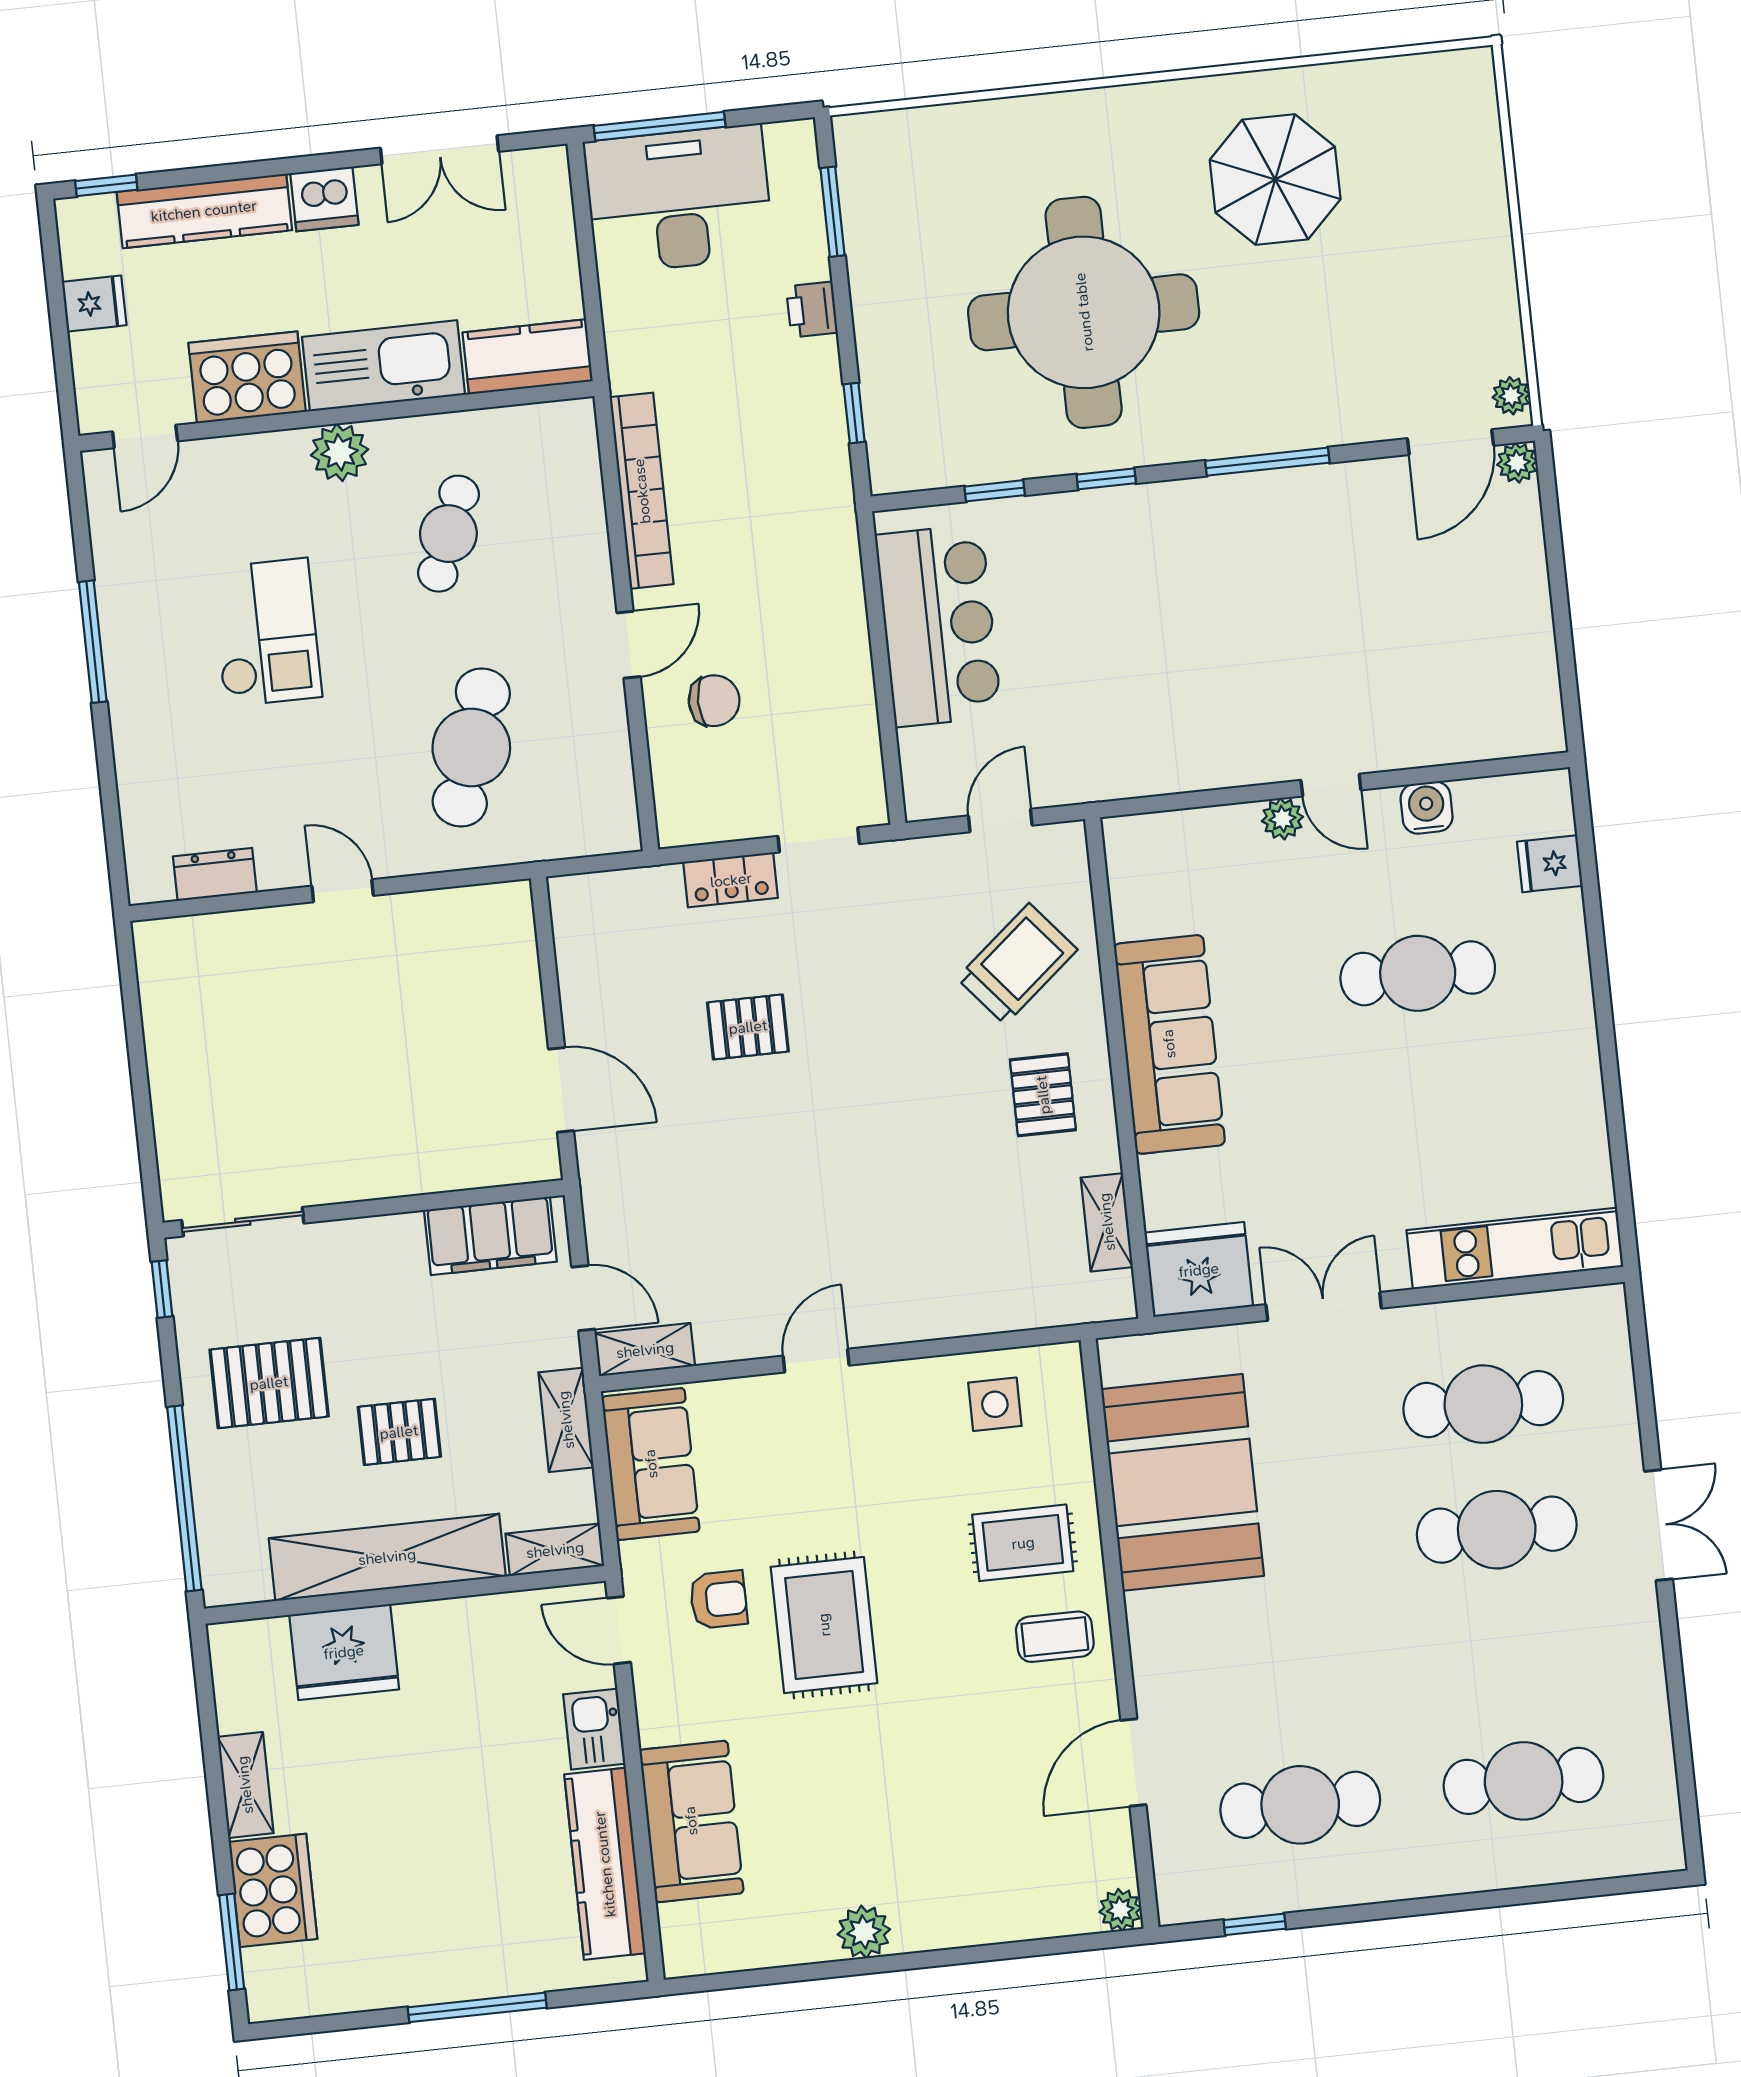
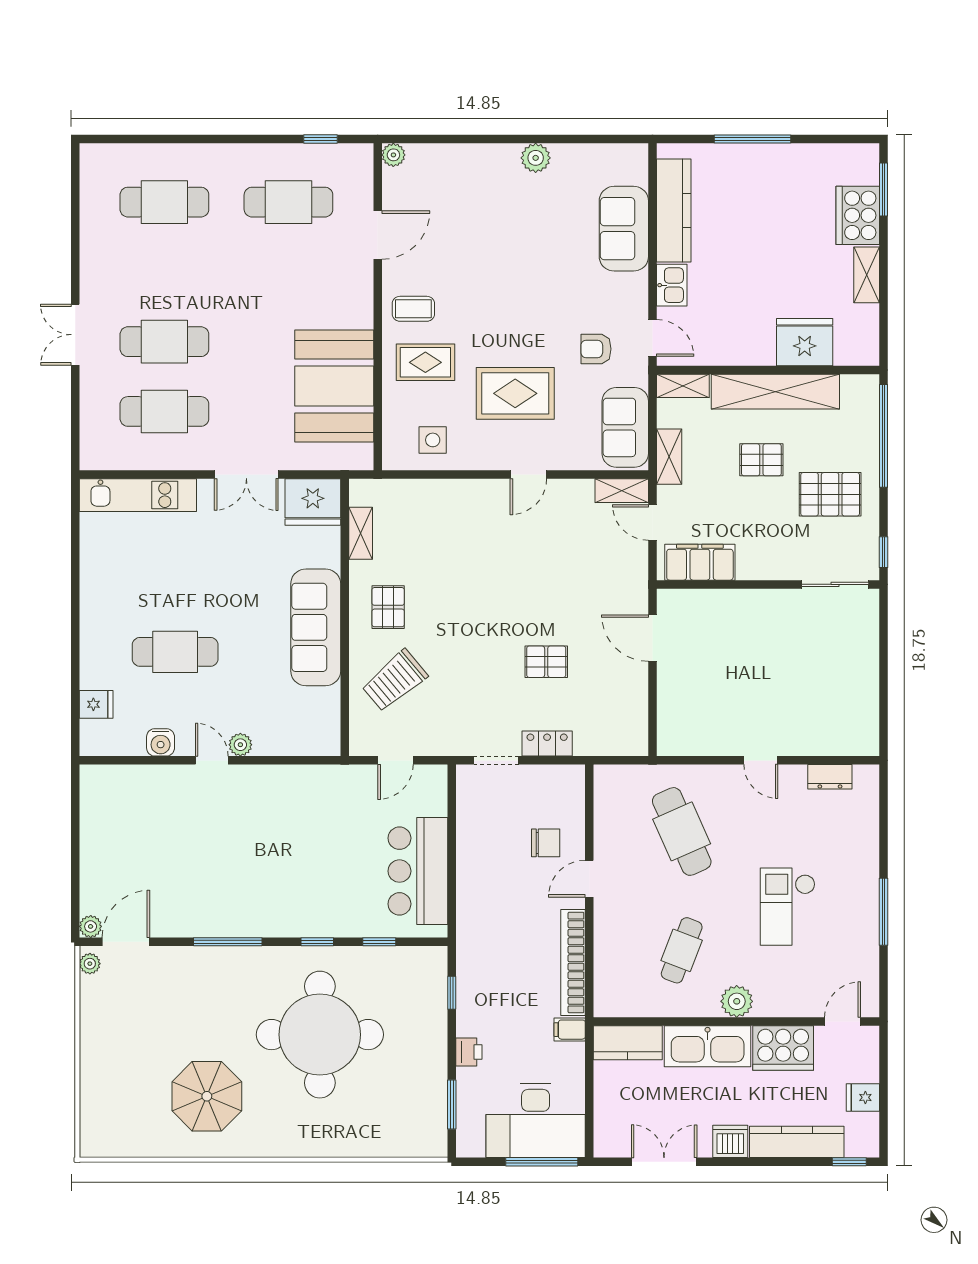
filing cabinet: (635, 369) -> (570, 1030), added
chair: (714, 701) -> (546, 843), turned 180
cafe table: (471, 747) -> (682, 831), turned -42
rug: (824, 1625) -> (515, 393), moved, turned 90

